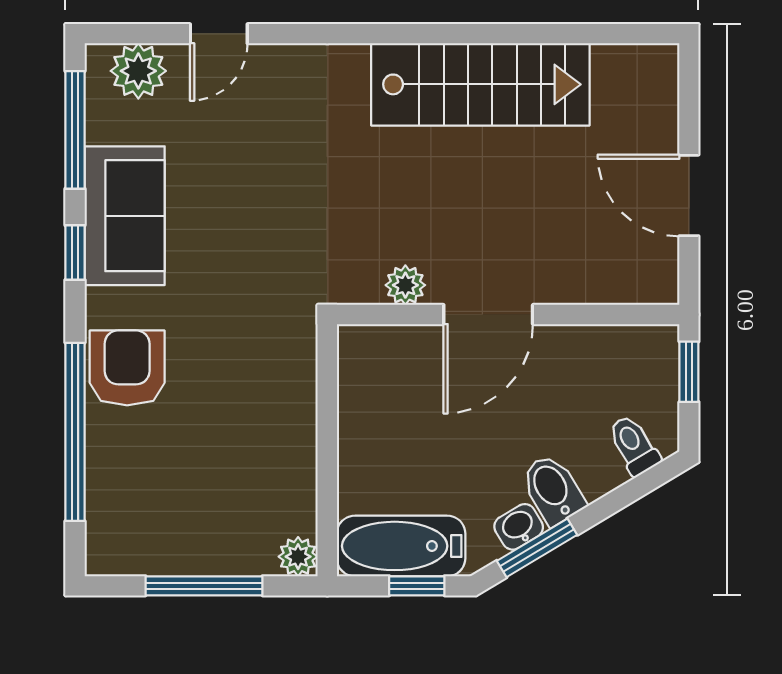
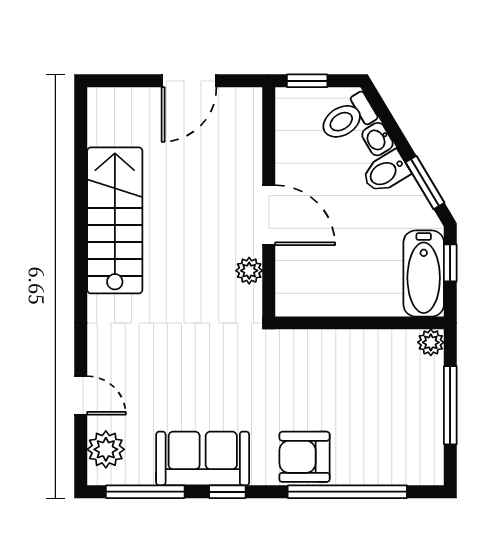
toilet: (634, 445) -> (348, 118), width x1.37, depth x1.39
washbasin: (519, 527) -> (377, 139), moved

